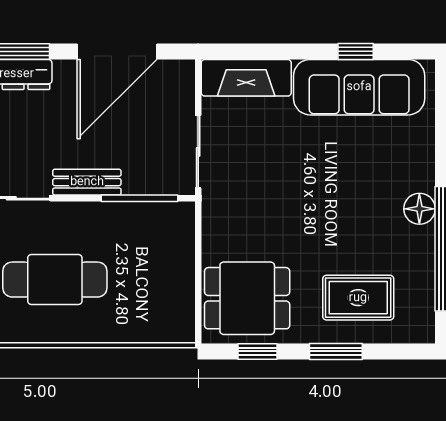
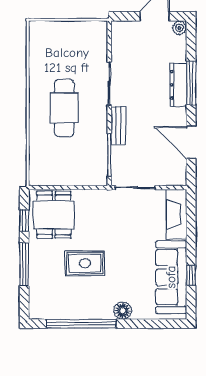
door: (117, 51) -> (191, 142), width x0.73
floor lamp: (419, 209) -> (123, 311), moved
rug: (358, 298) -> (85, 263), moved, turned 90
window: (336, 351) -> (24, 264), width x1.44

